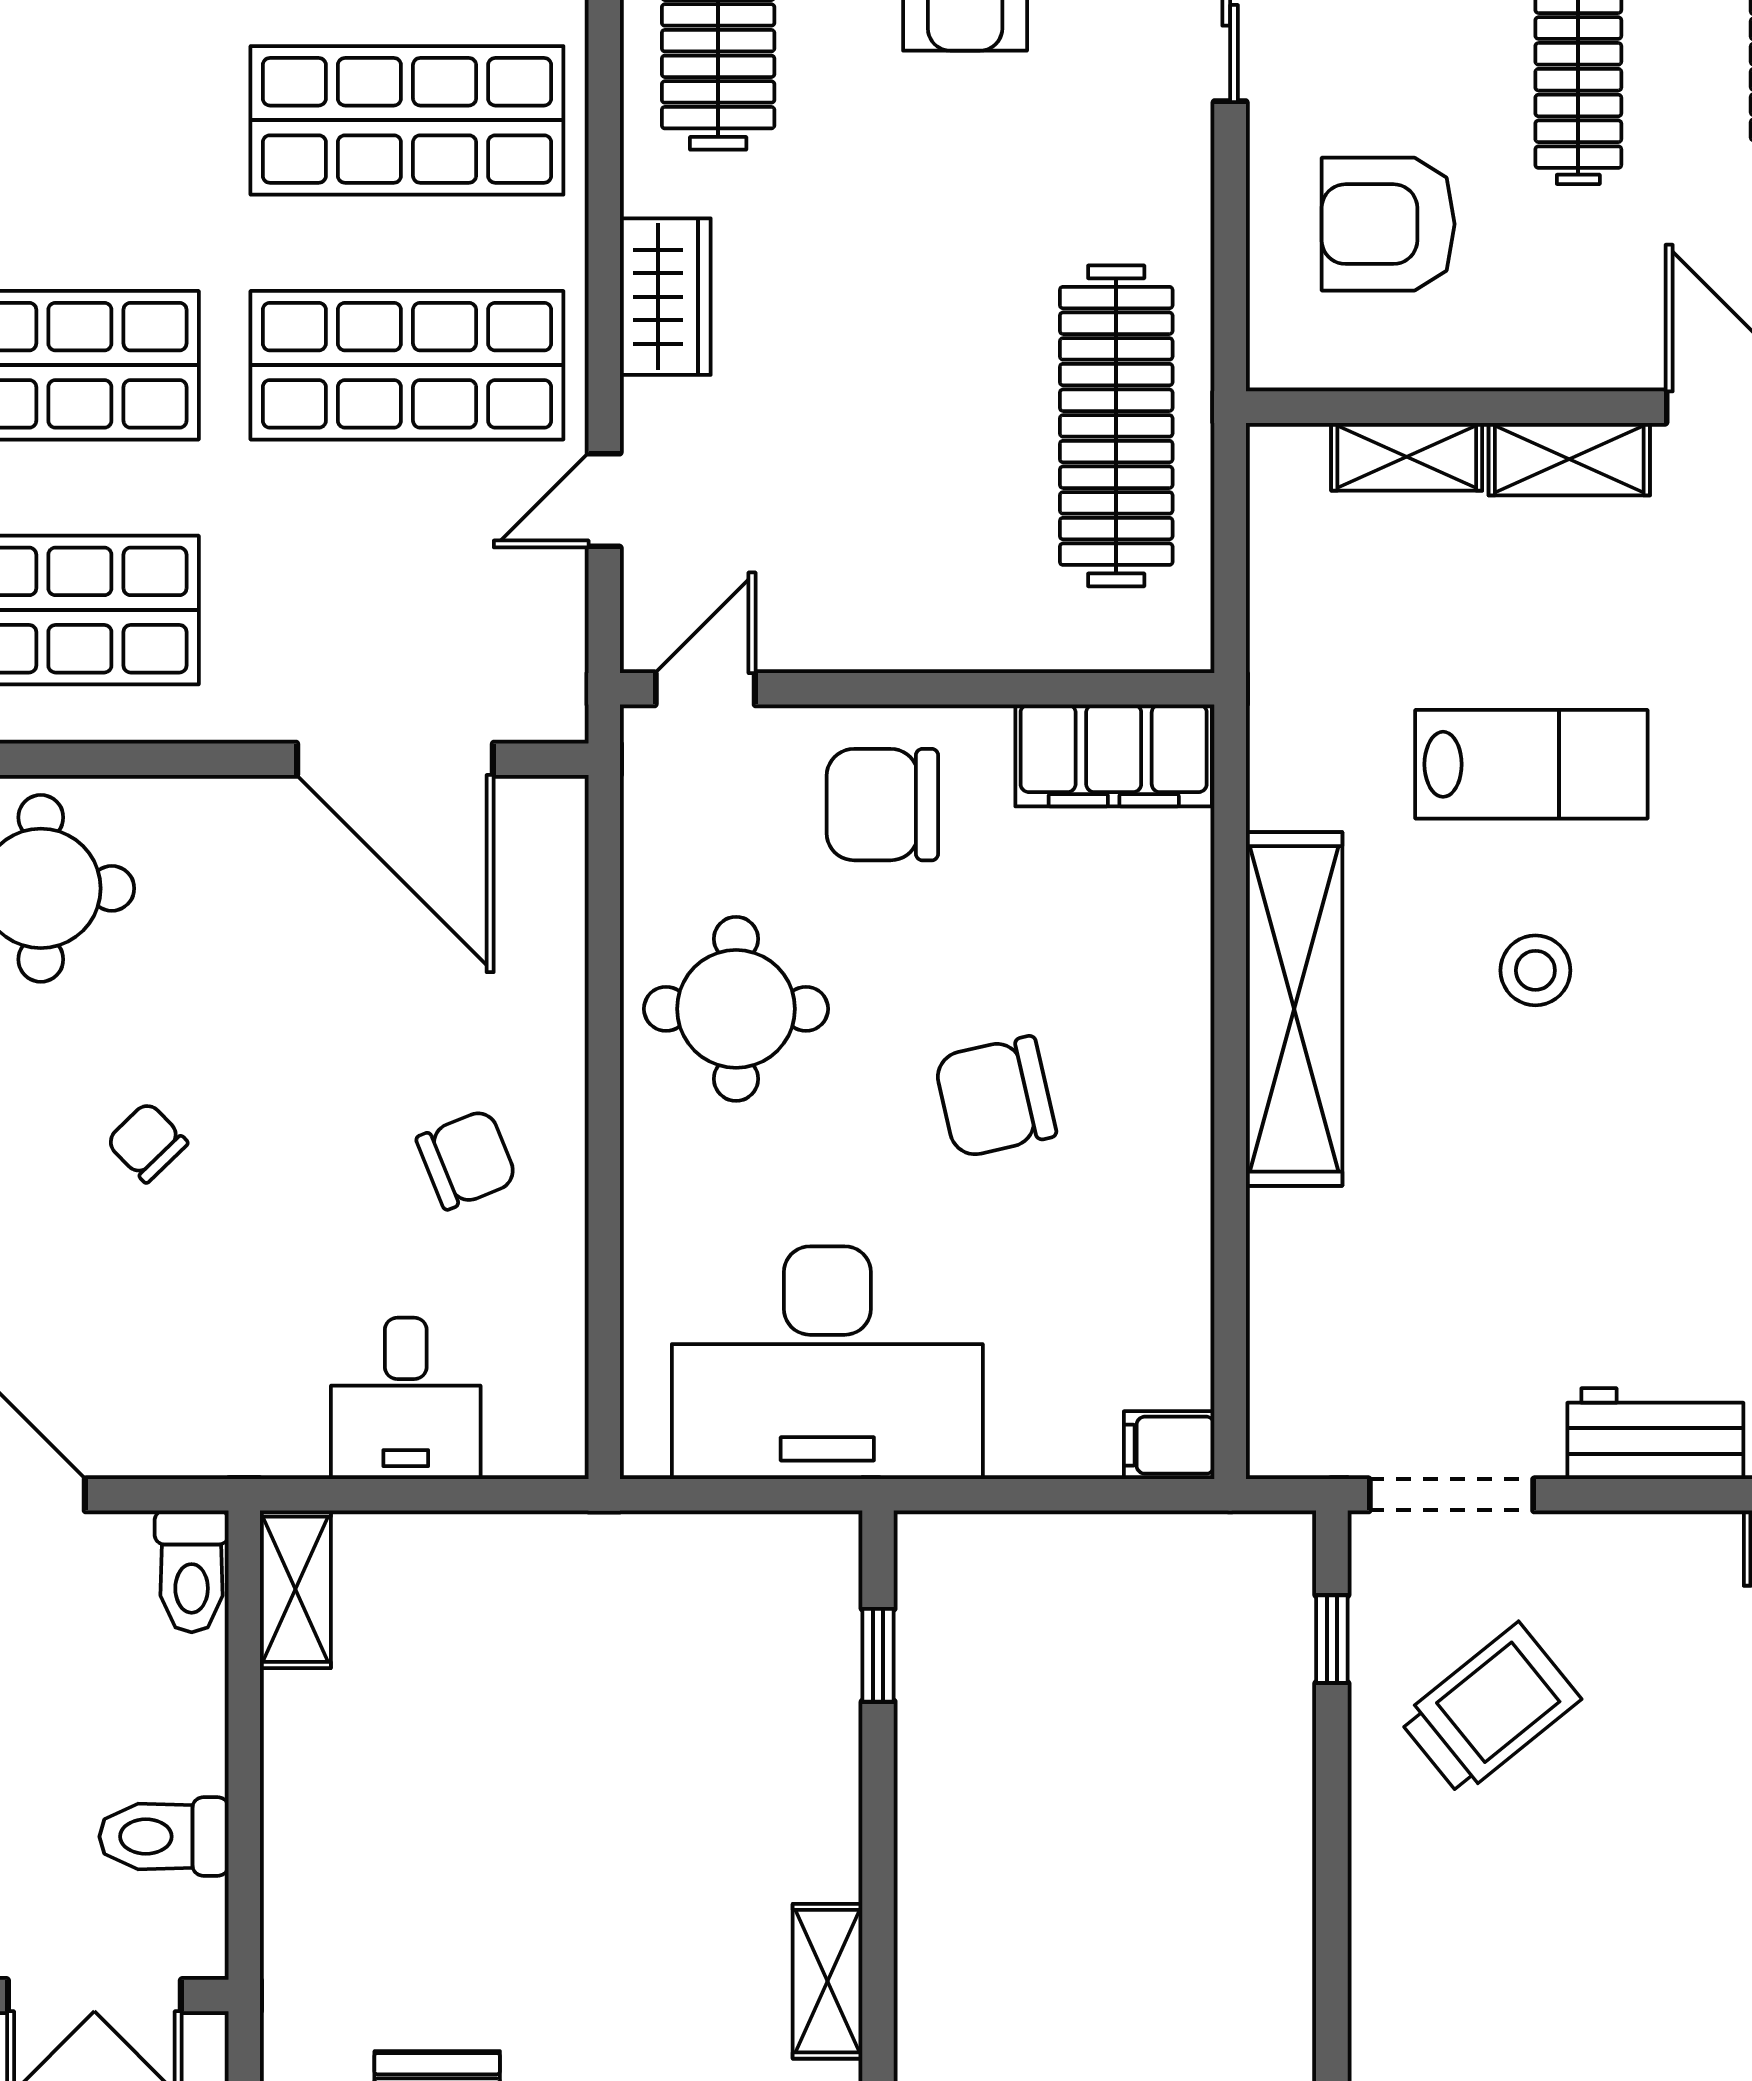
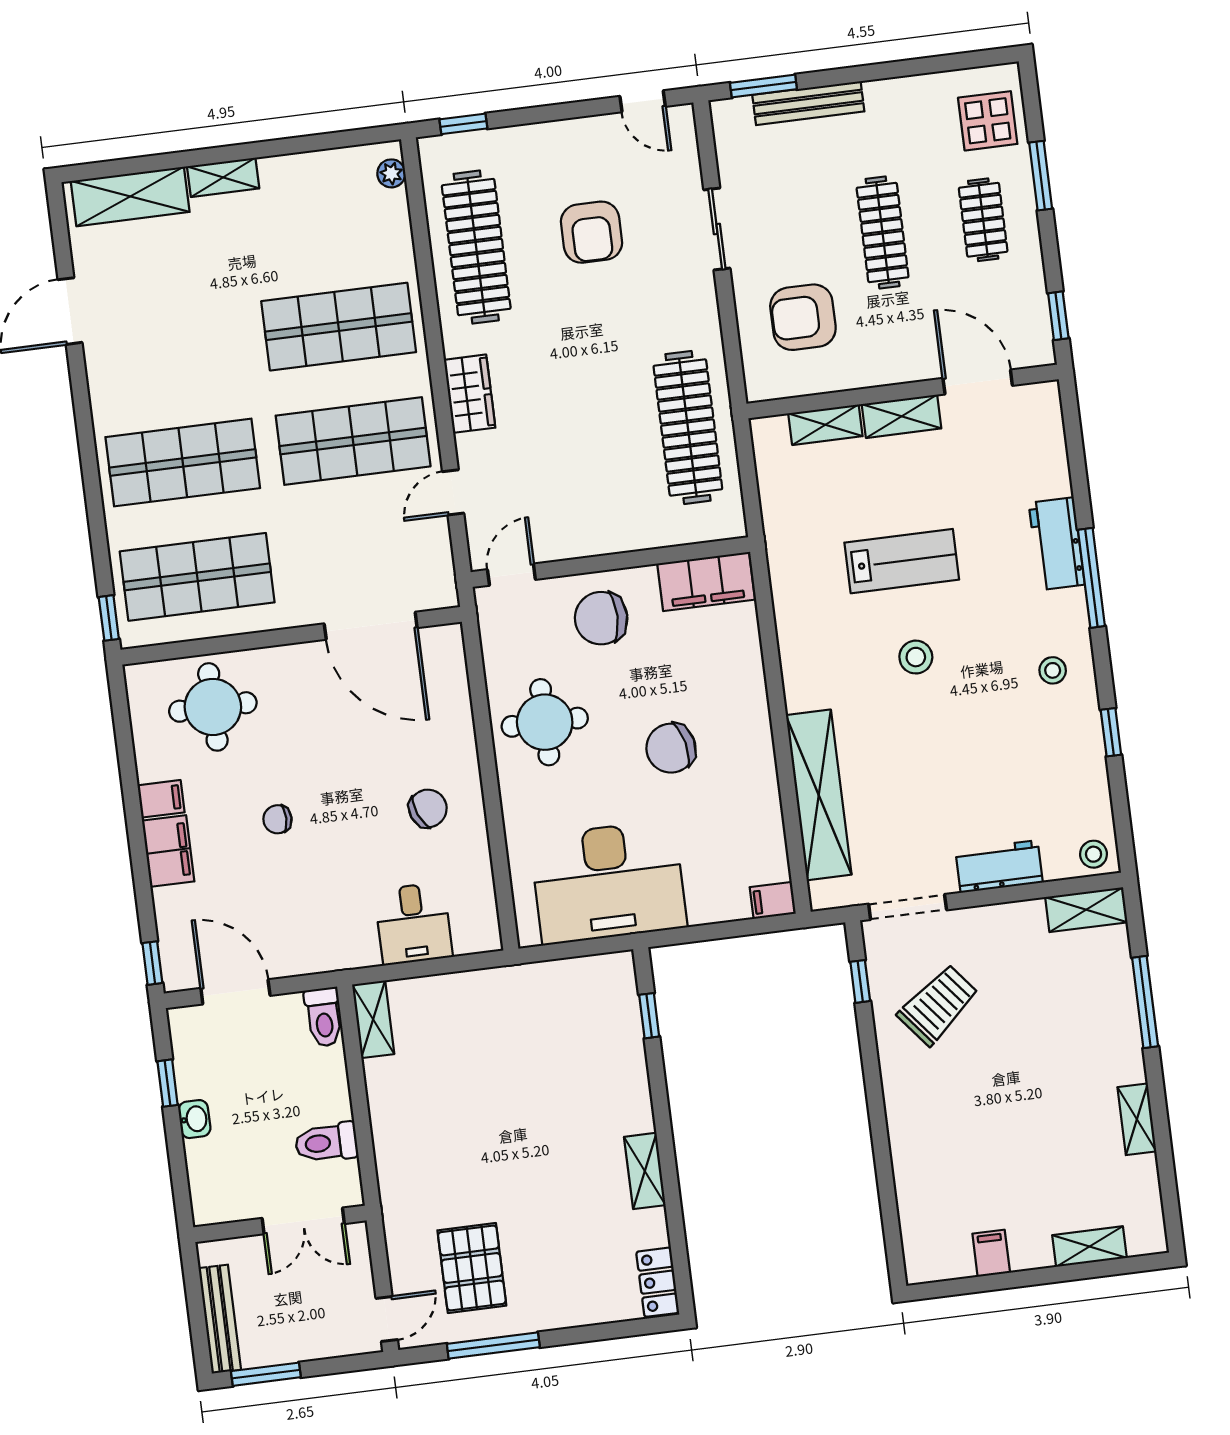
shelving: (1294, 1009) -> (819, 795), moved
chair: (147, 1142) -> (277, 819), turned -46

